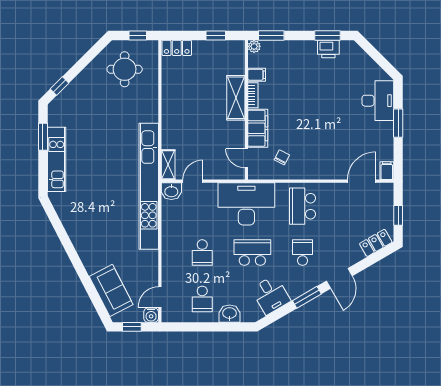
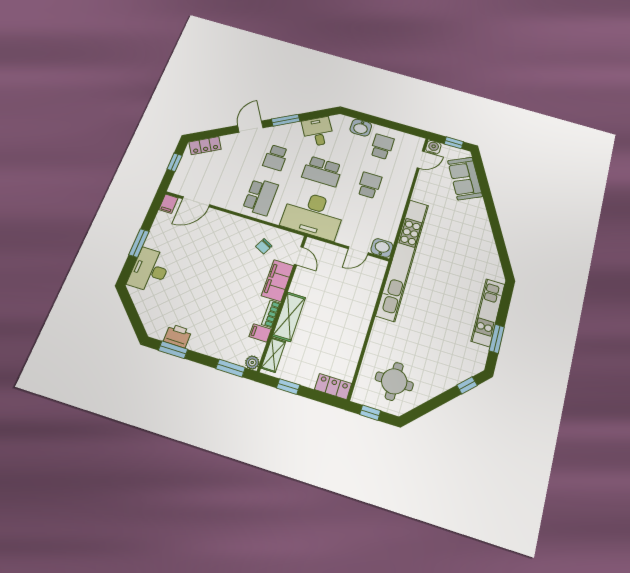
shelving: (168, 165) -> (273, 355), moved

